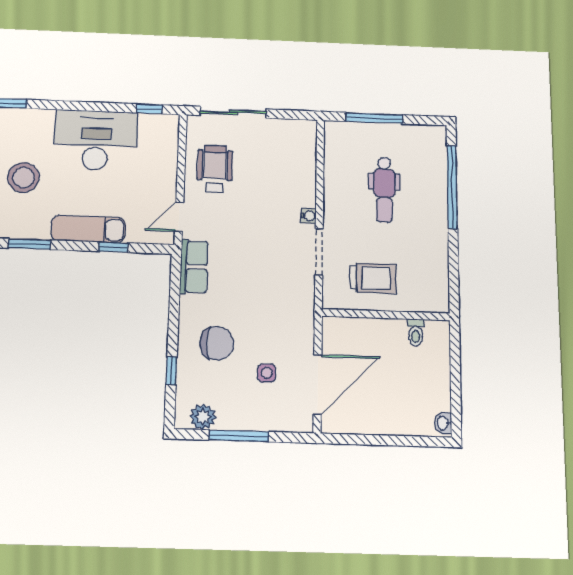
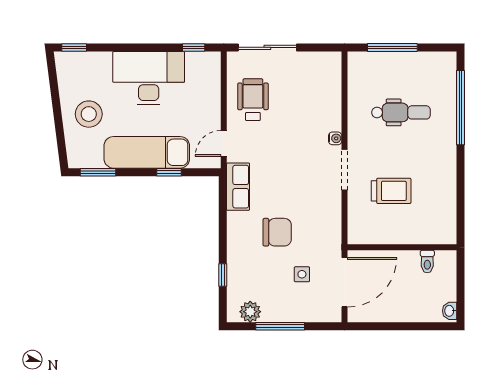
dental chair: (384, 190) -> (401, 112), turned -90
exam couch: (88, 229) -> (147, 152), width x1.36, depth x1.45
wall: (386, 315) -> (402, 247), moved
toilet: (416, 333) -> (427, 262), moved
chair: (217, 343) -> (277, 232), moved

